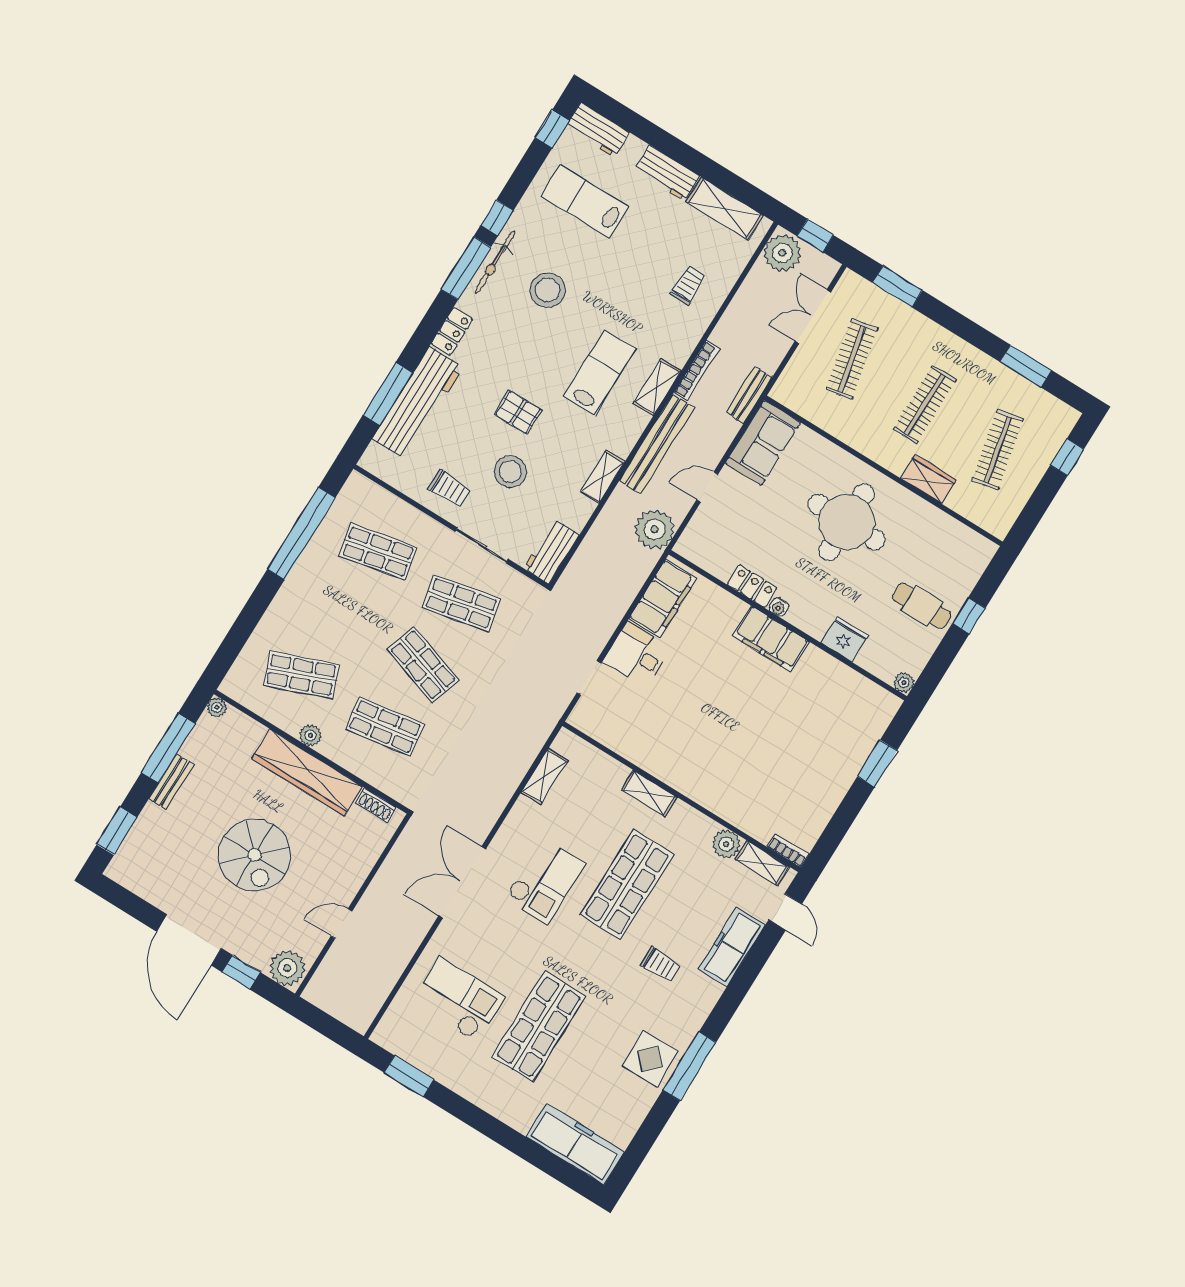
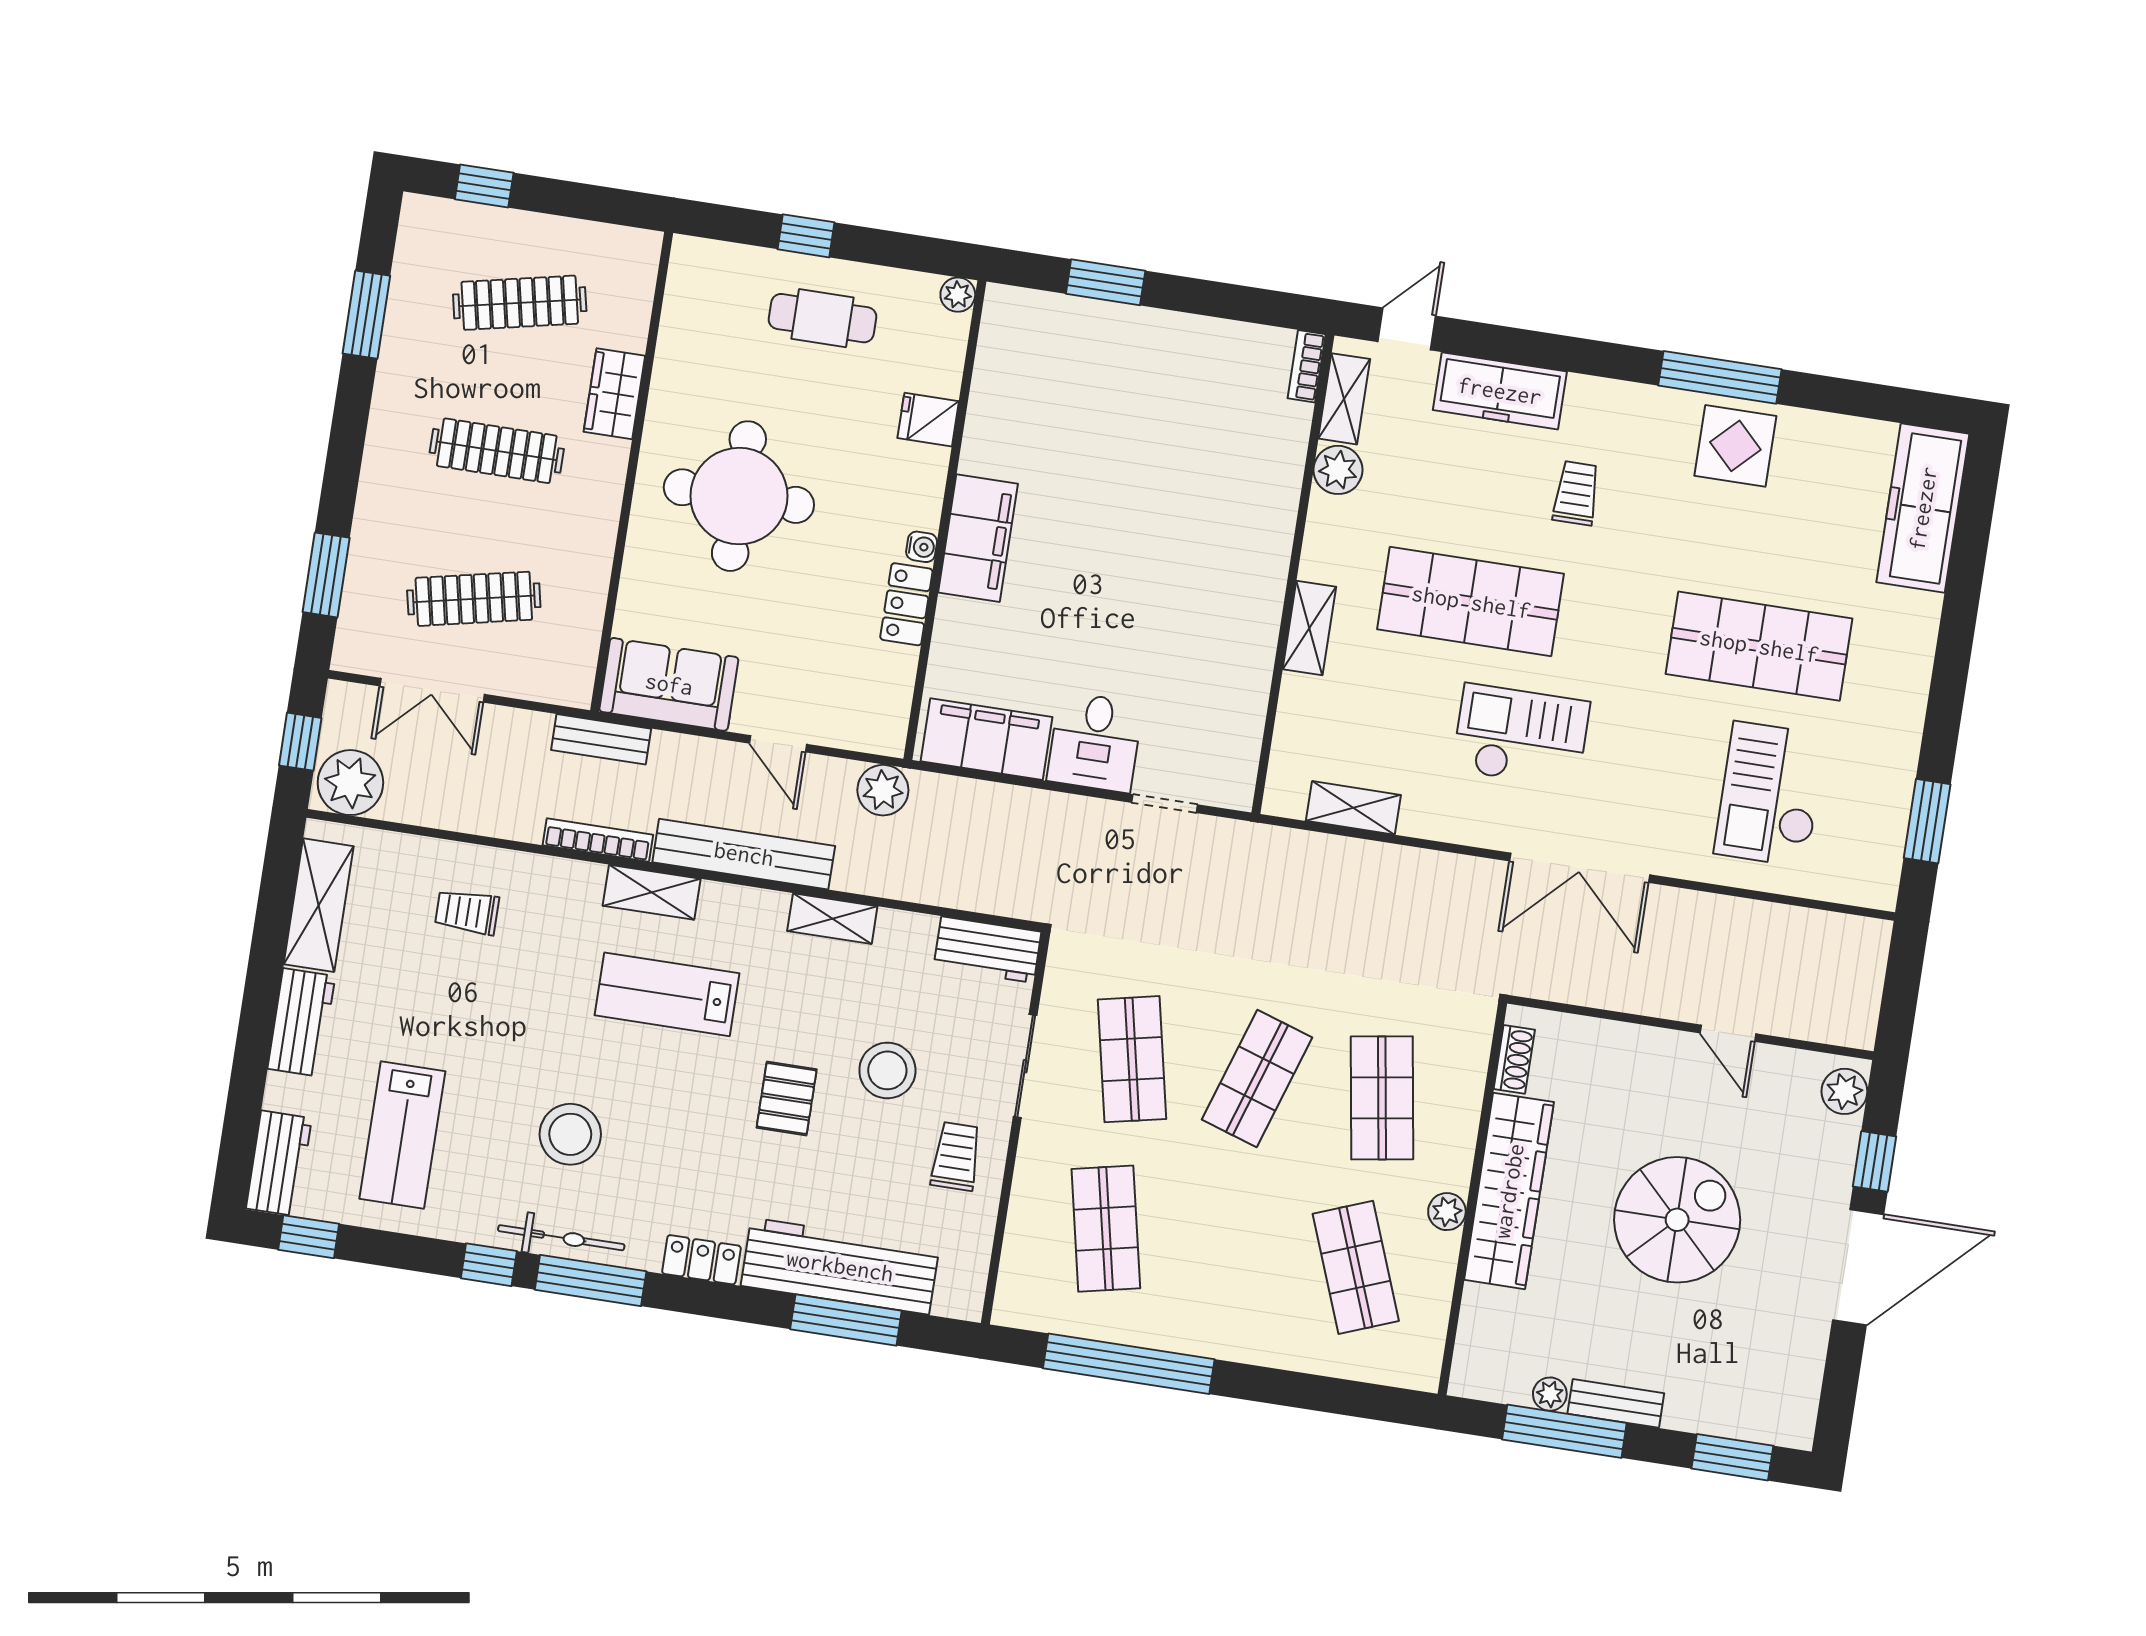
plant: (655, 529) -> (883, 790), width x0.73, depth x0.73
cafe table: (922, 606) -> (823, 318), turned 90
fridge: (845, 639) -> (928, 420), width x0.72
plant: (217, 707) -> (1550, 1394), moved
plant: (287, 968) -> (1844, 1091), width x0.73, depth x0.73

